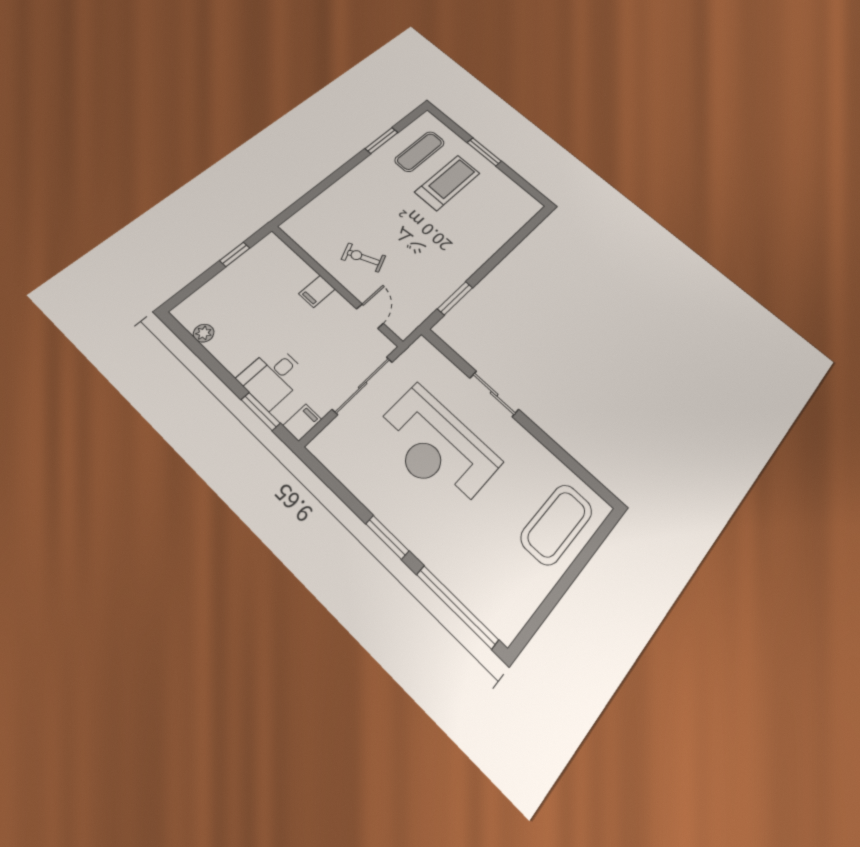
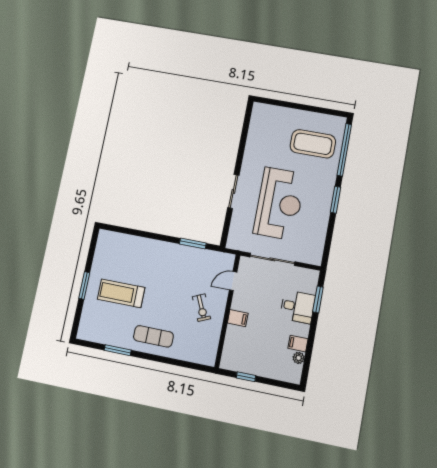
exercise mat: (420, 152) -> (153, 336), moved
filing cabinet: (302, 423) -> (298, 344), moved
coffee table: (557, 524) -> (313, 144), moved

